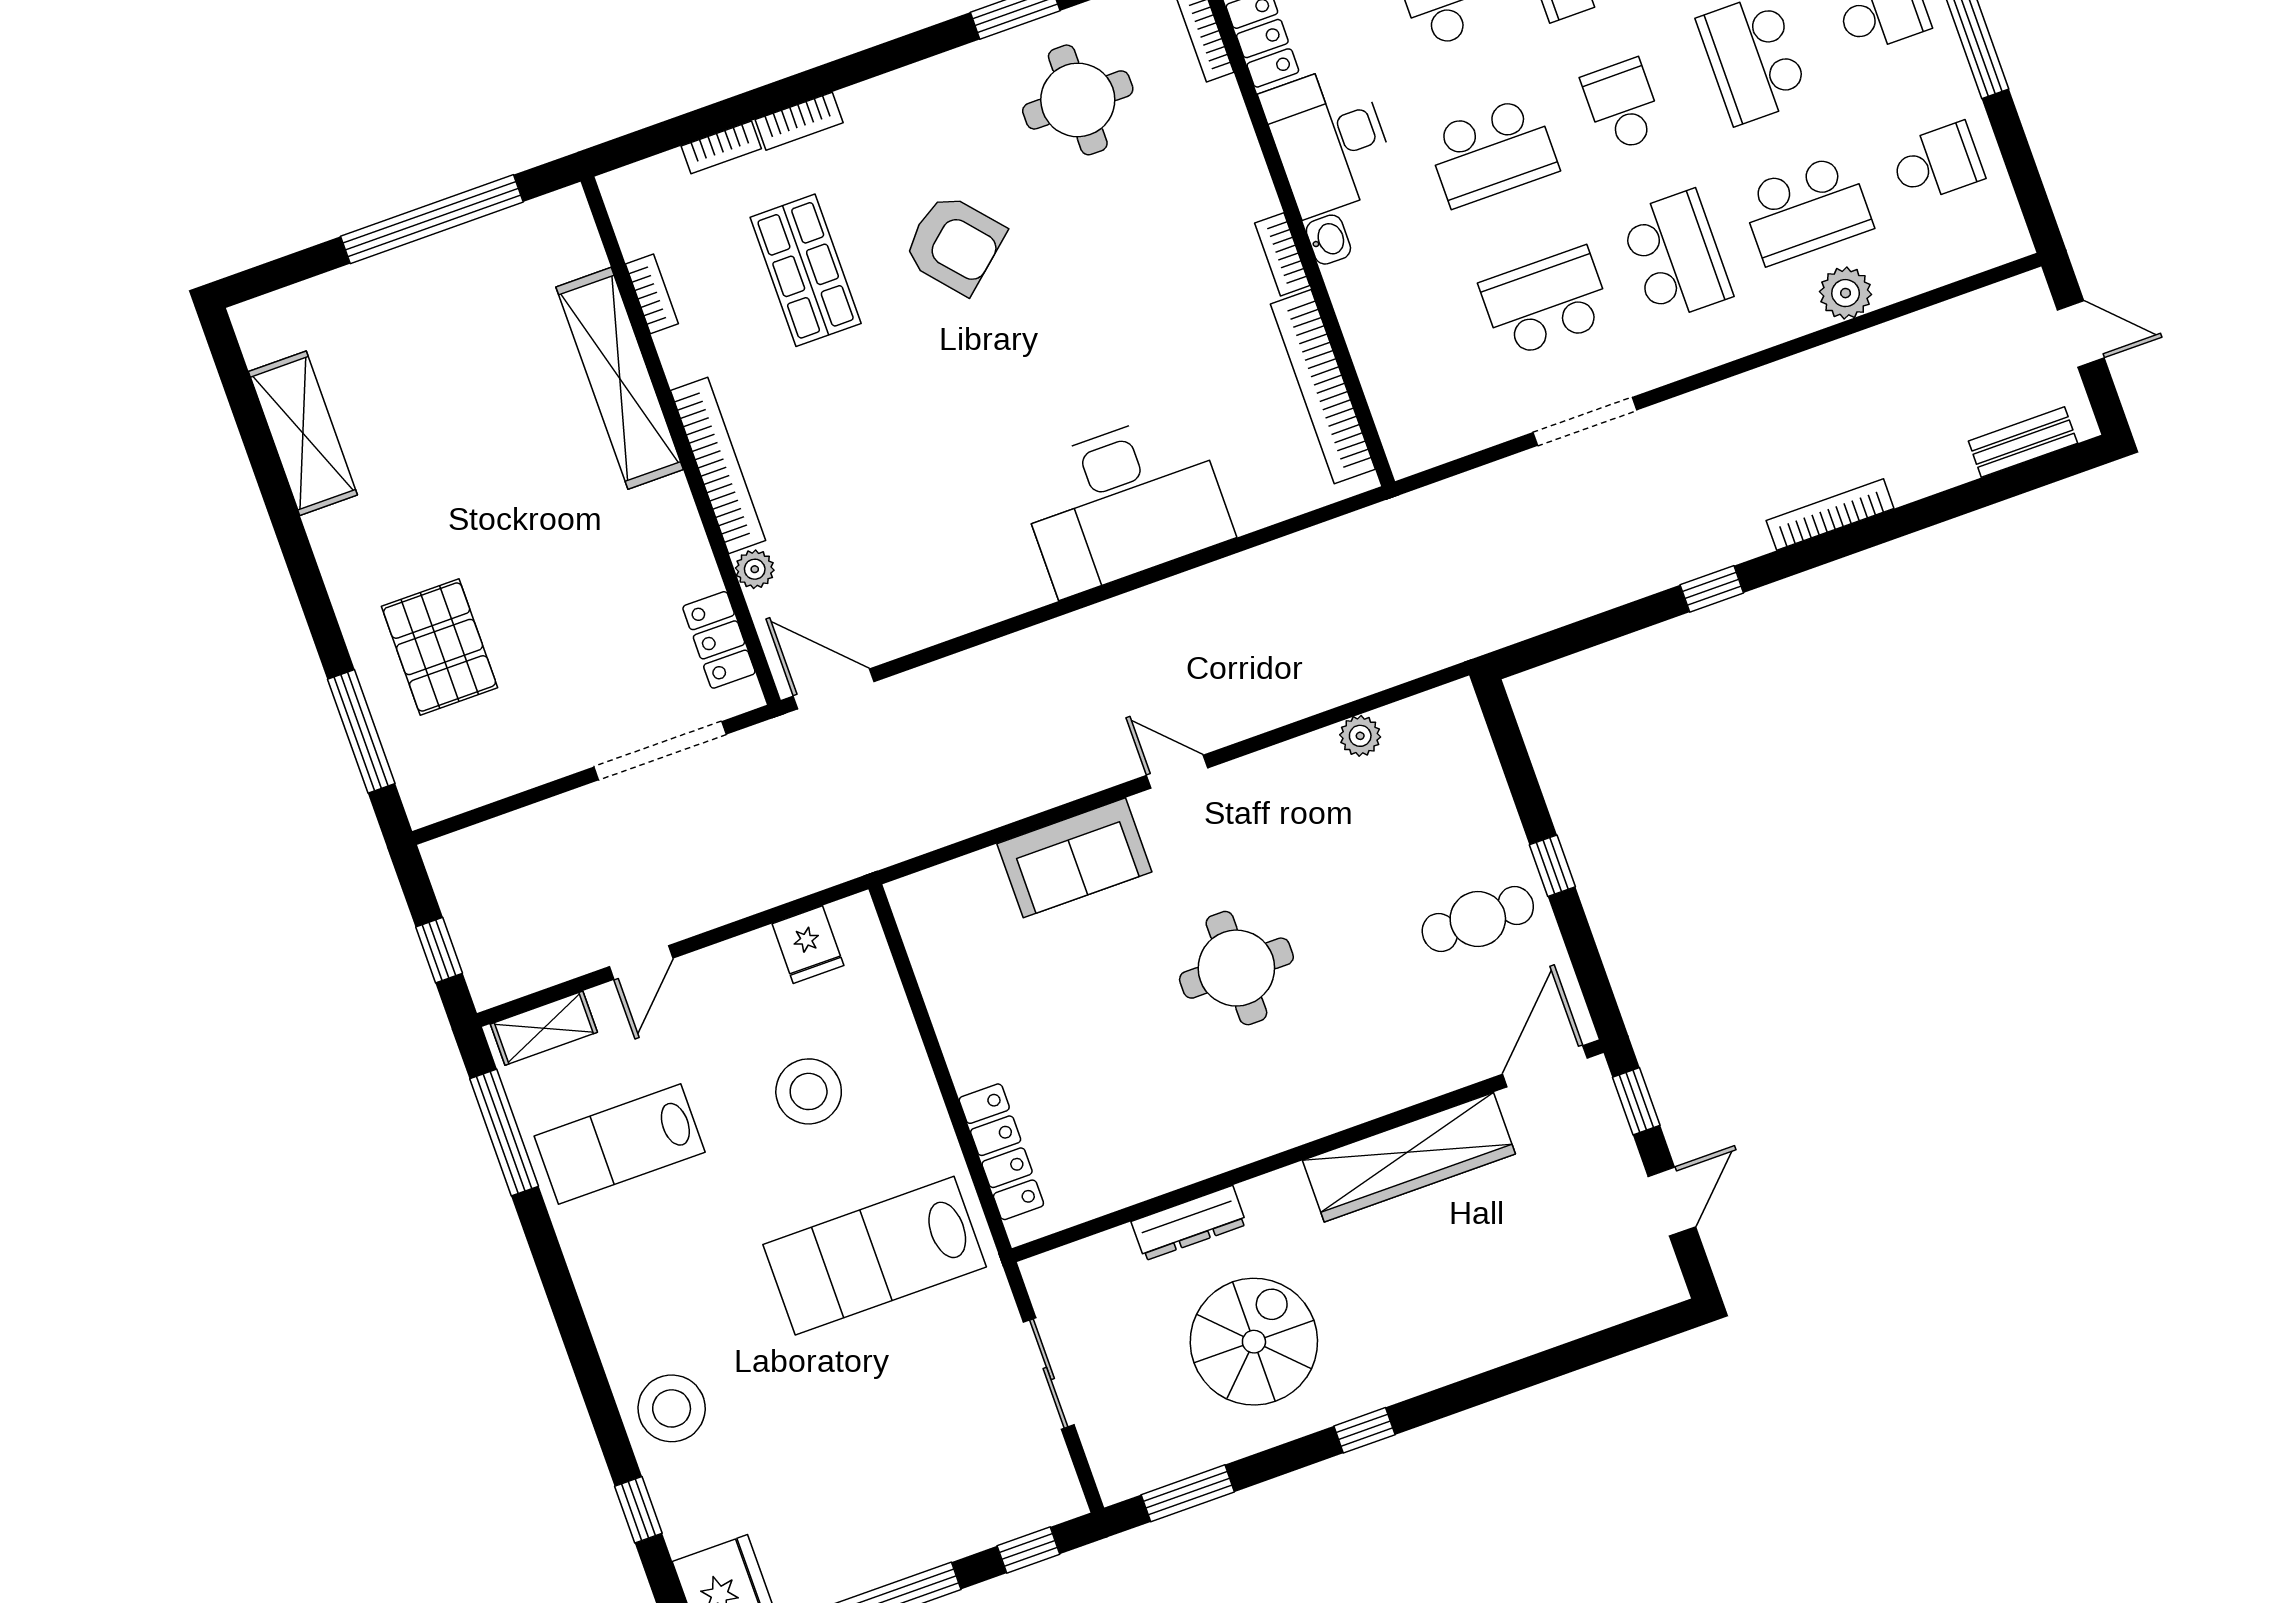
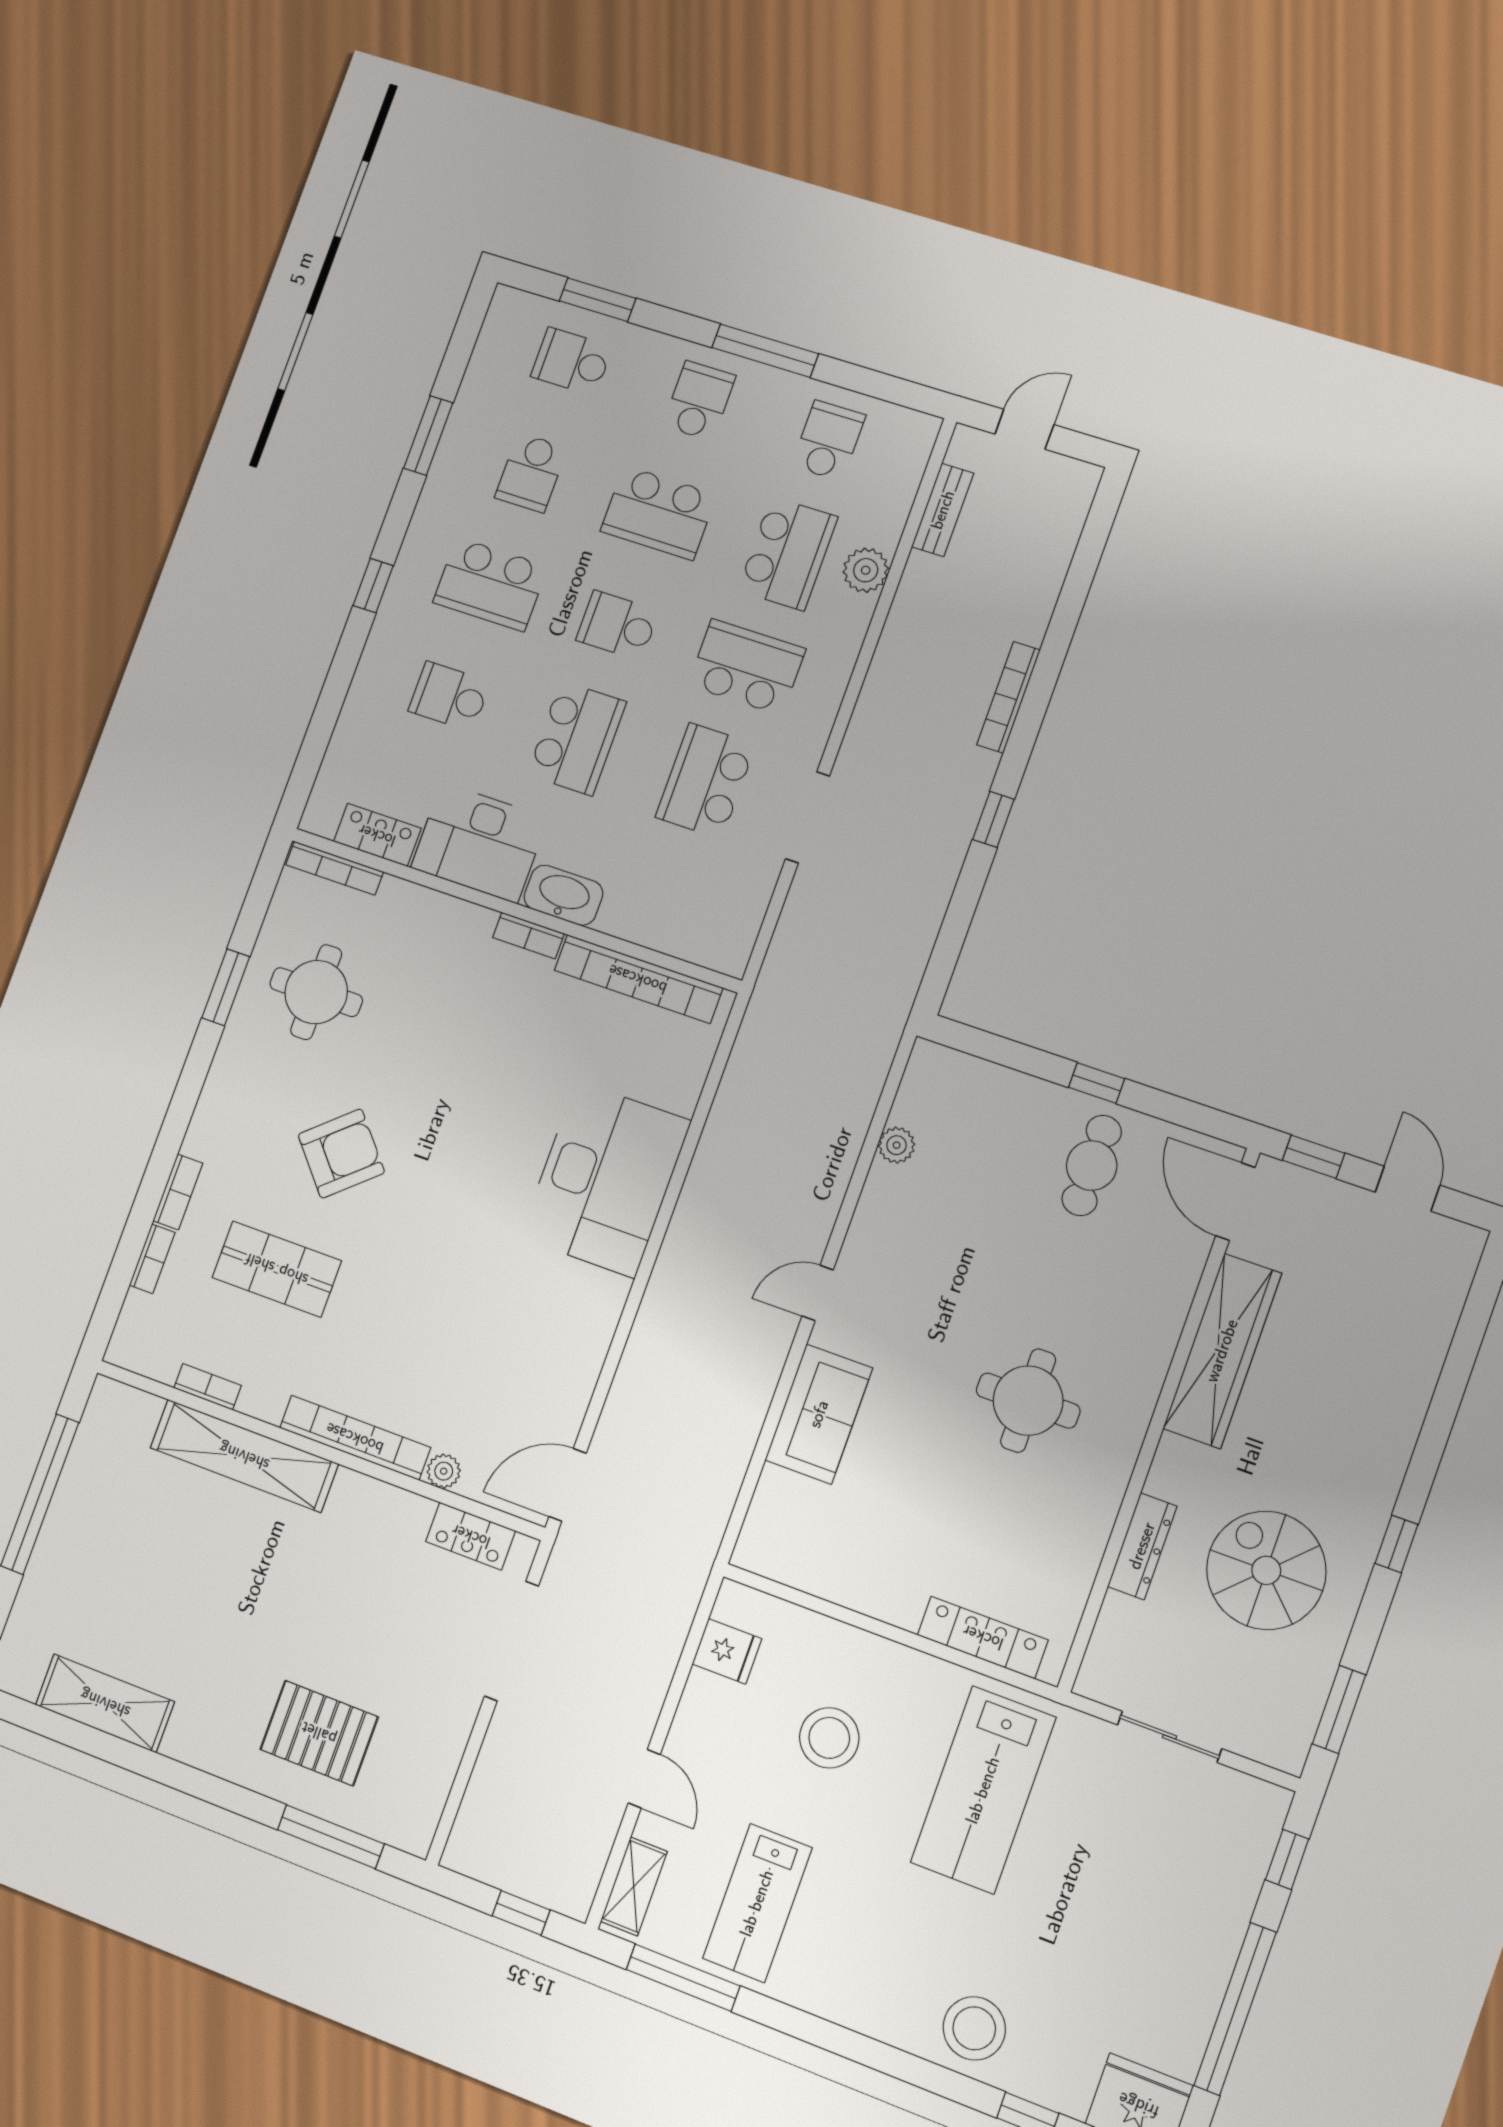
washbasin: (1328, 240) -> (563, 895), width x1.91, depth x1.45
bench: (2023, 442) -> (943, 510), moved
round table: (1236, 968) -> (1028, 1401), moved

